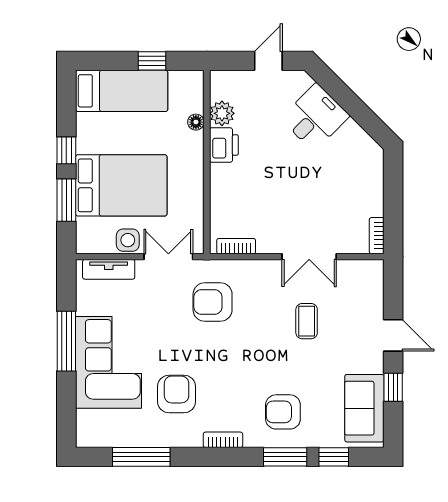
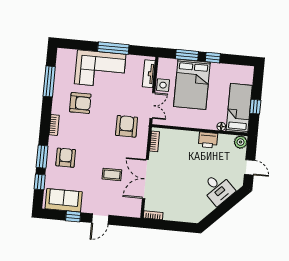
bed: (122, 91) -> (239, 108), moved, turned 180
plant: (222, 113) -> (241, 142), moved
double door: (309, 257) -> (145, 179), width x1.37

